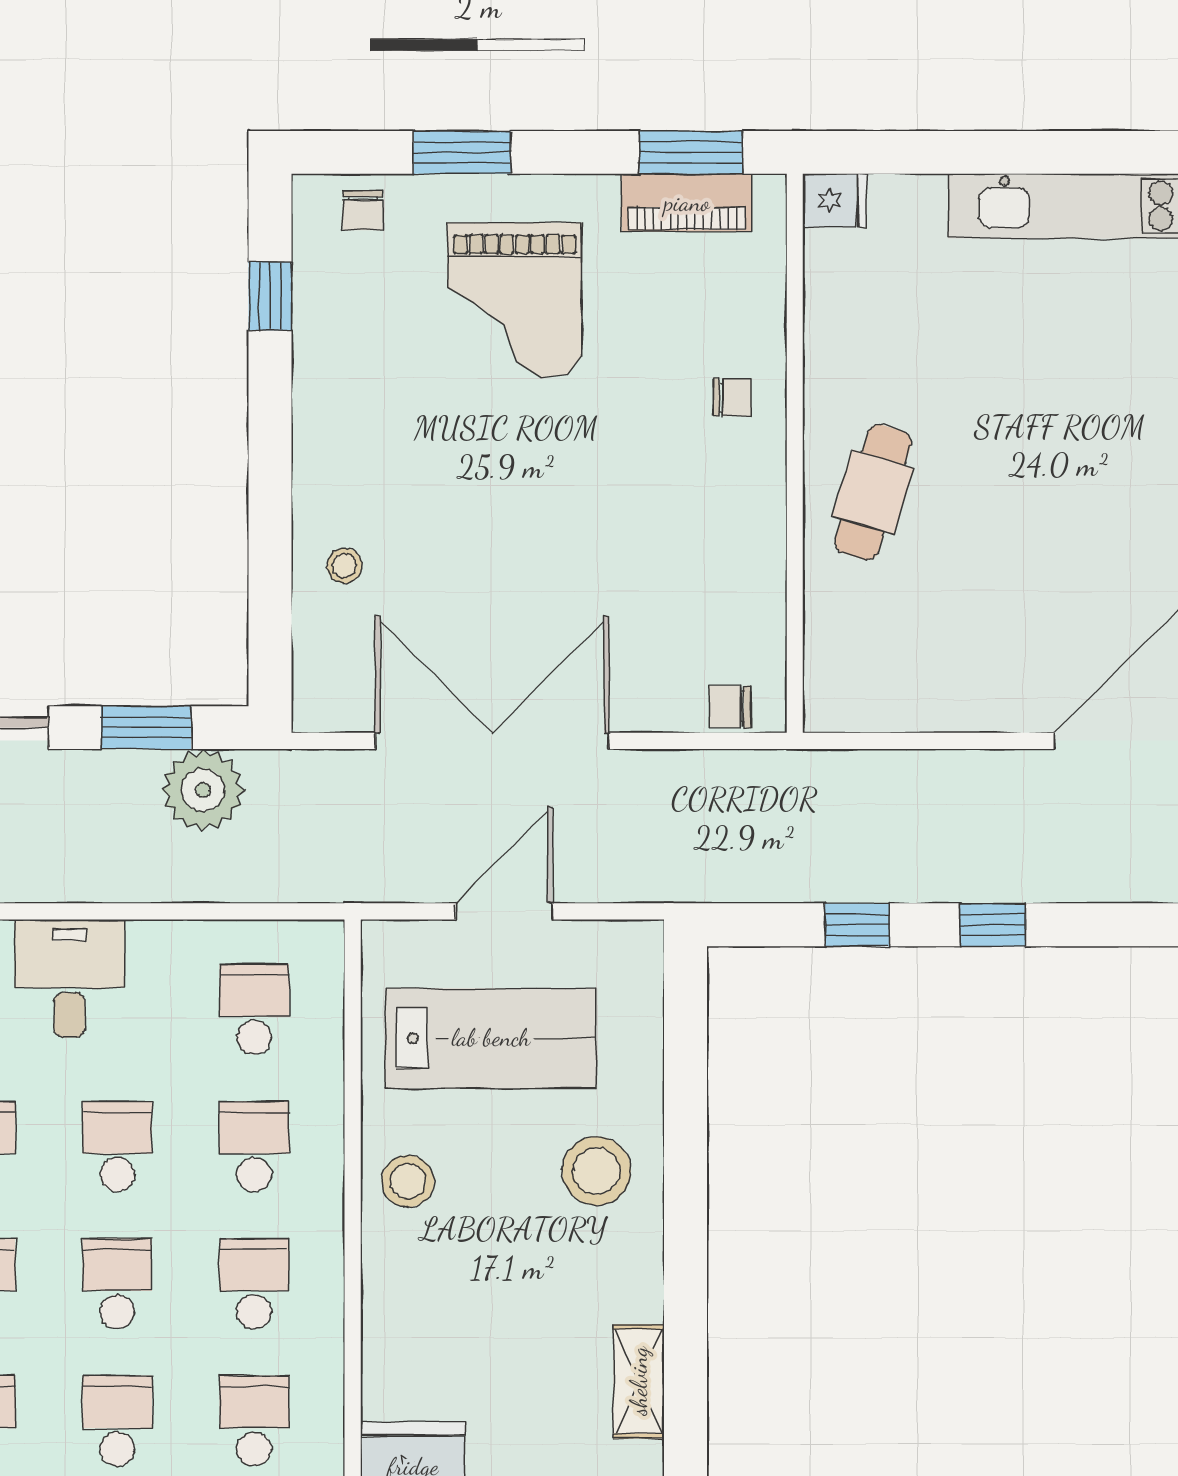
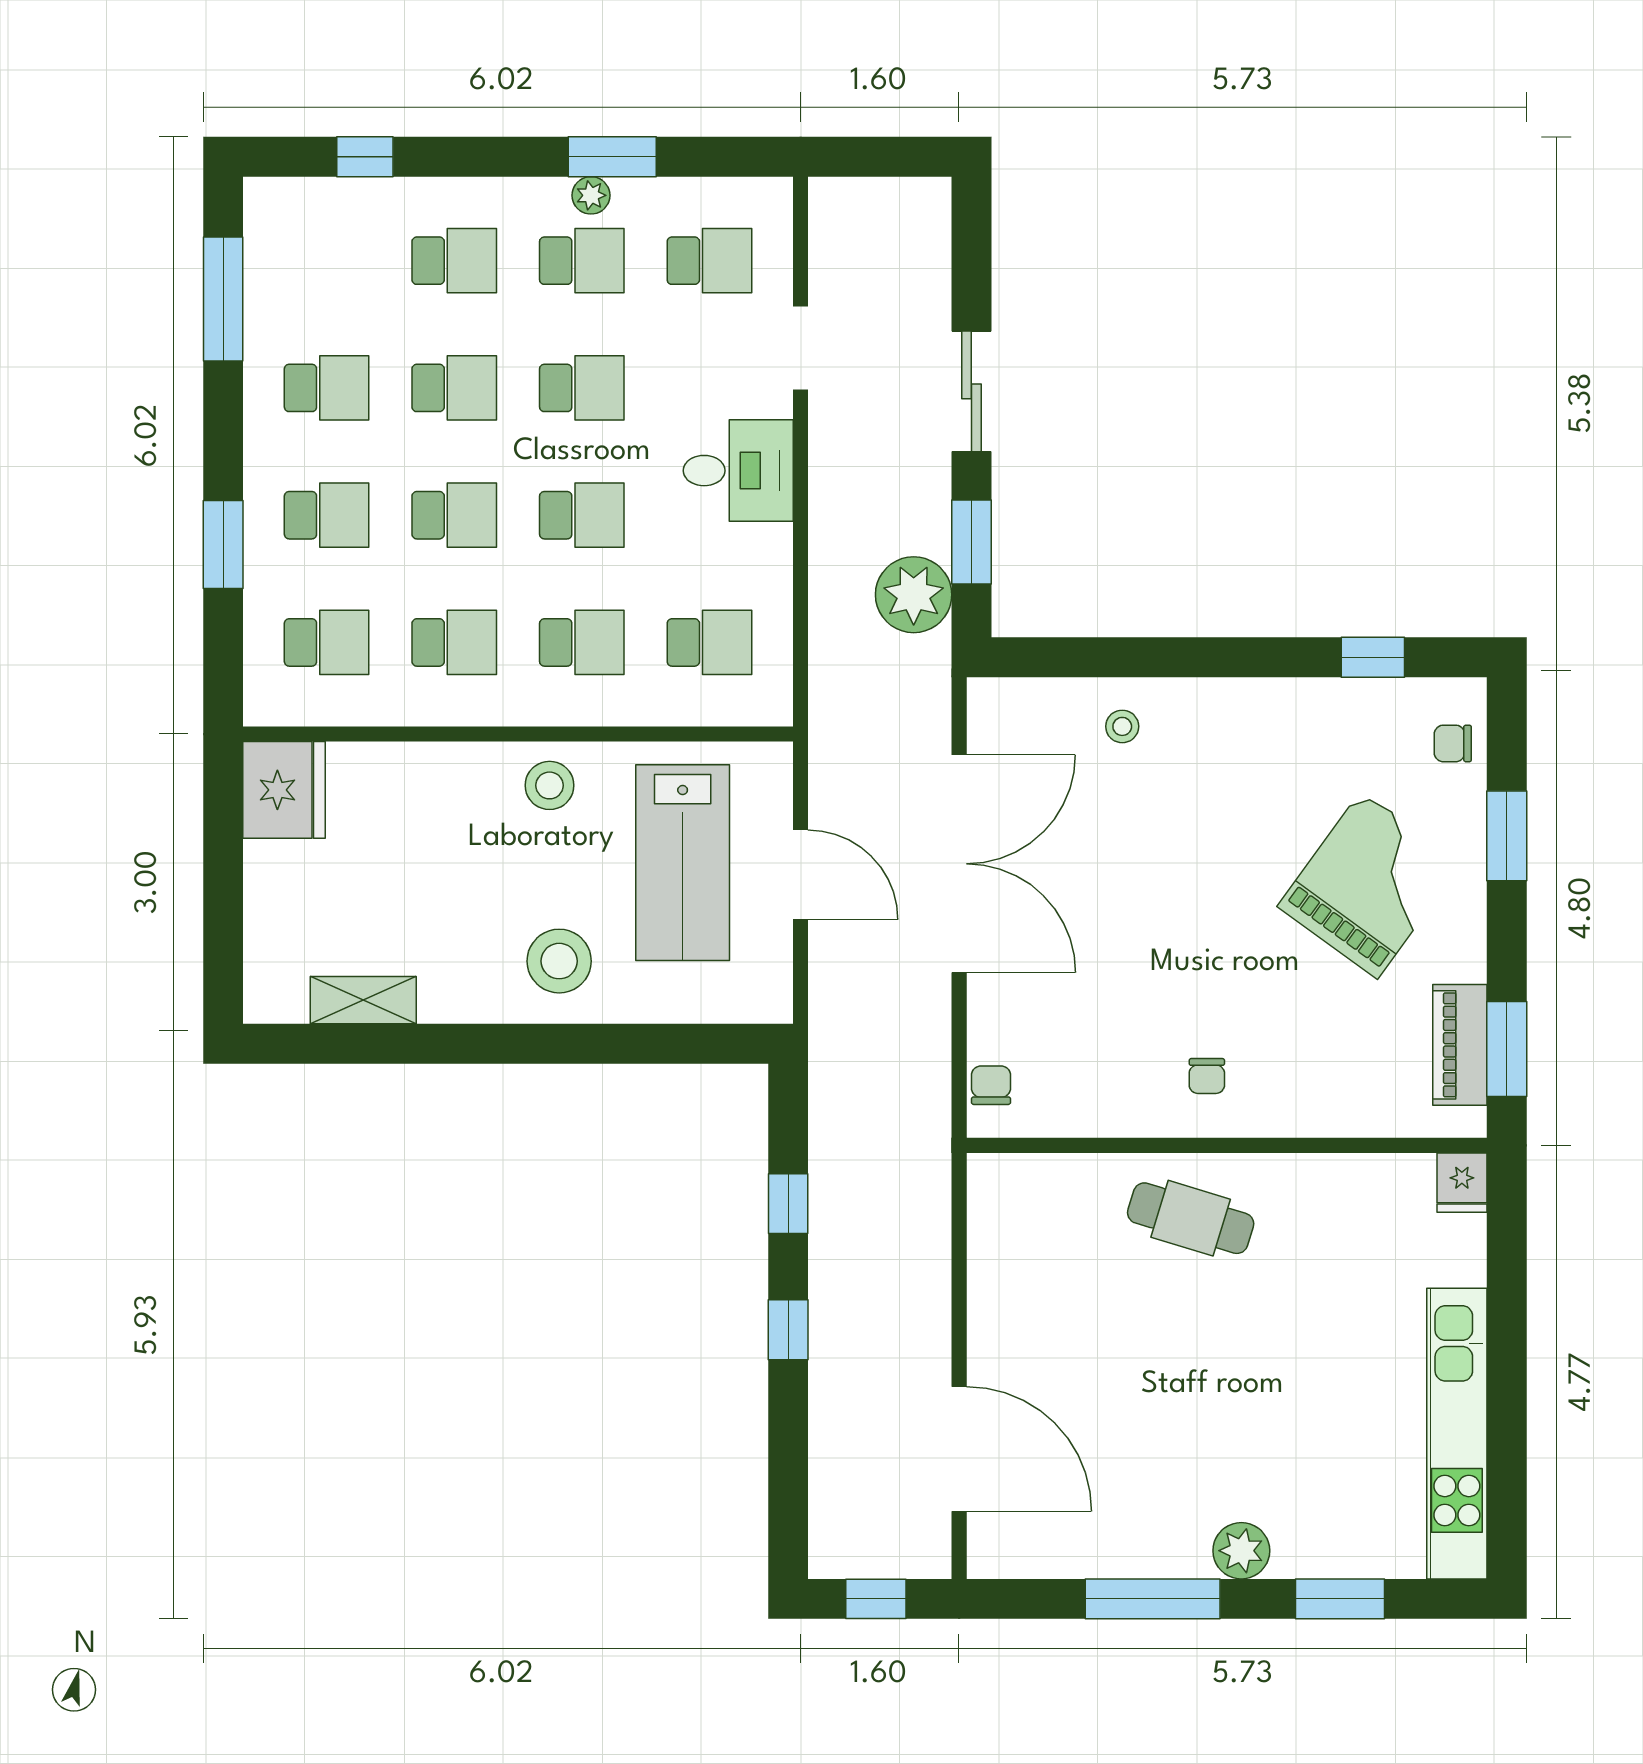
grand piano: (515, 300) -> (1369, 885), turned 126
chair: (732, 397) -> (1207, 1076), moved

